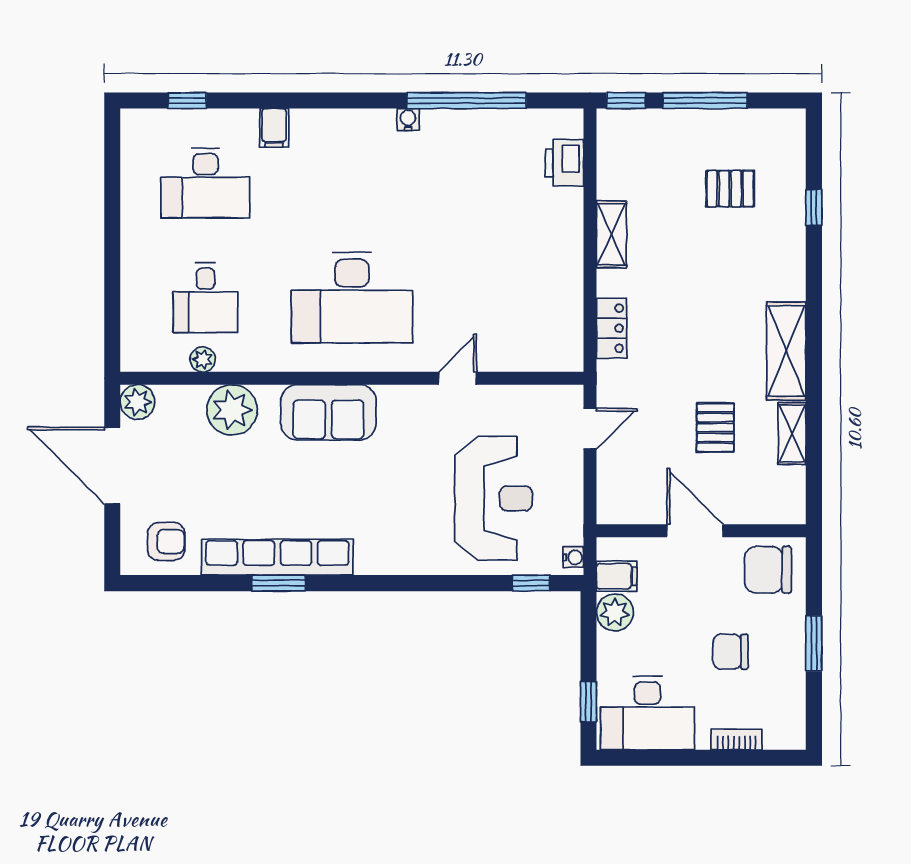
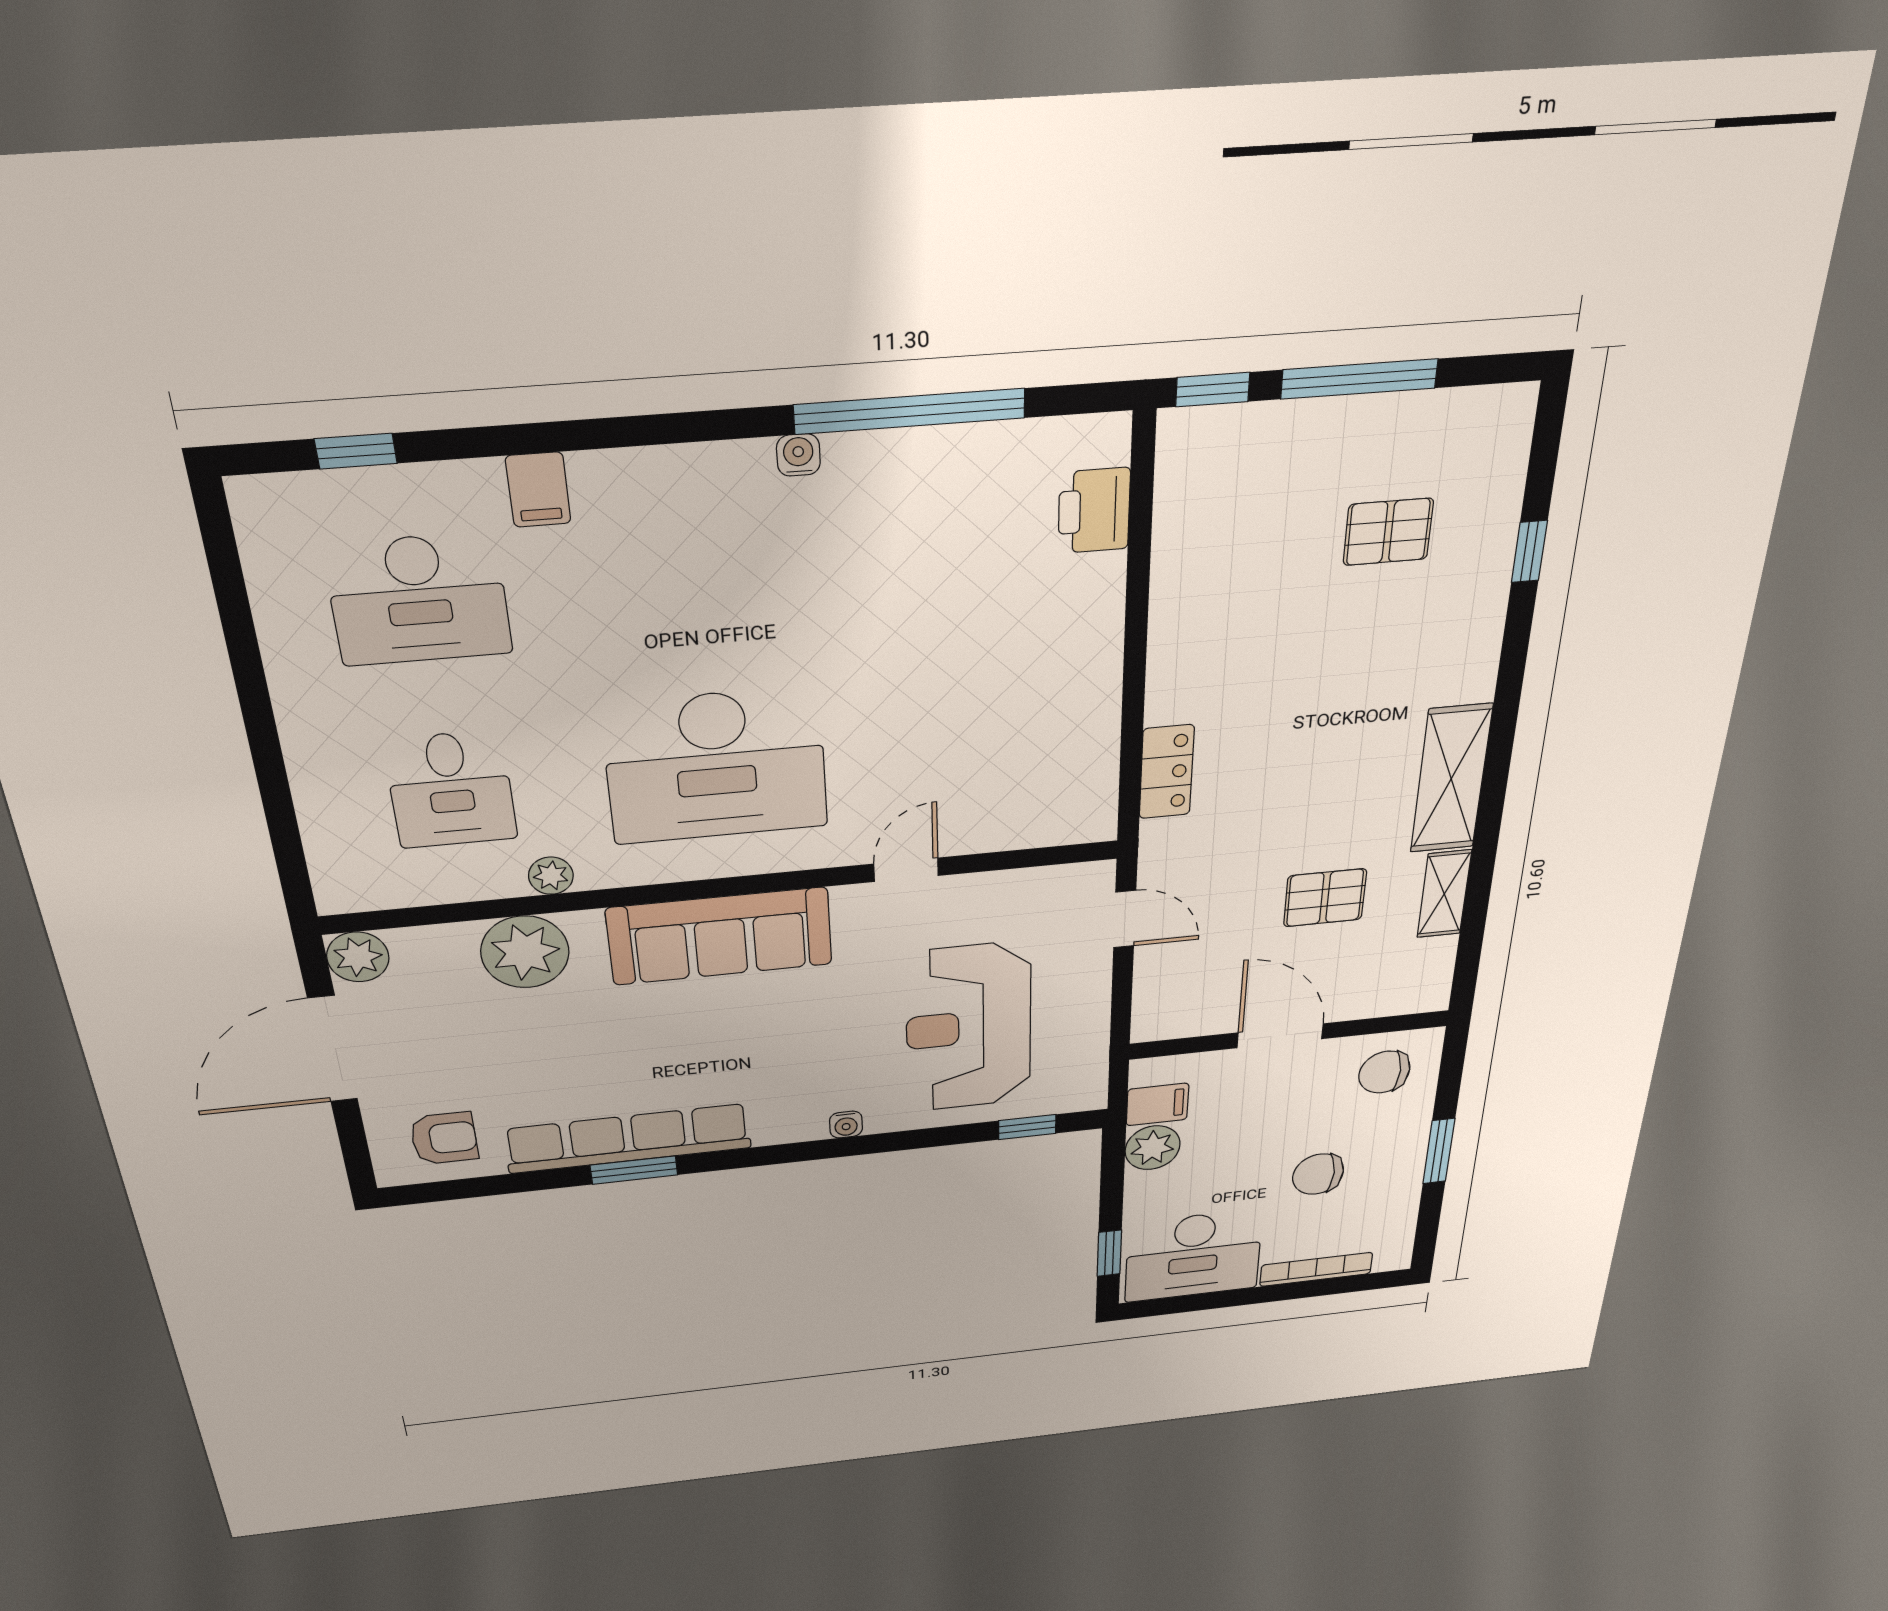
shelving: (611, 234) -> (1174, 625), removed
plant: (203, 359) -> (551, 876), moved
sofa: (328, 412) -> (720, 936), width x1.36
pallet: (715, 428) -> (1325, 898), turned 90
door: (590, 429) -> (1125, 919), hinge flipped
door: (112, 465) -> (333, 1049), hinge flipped
reception desk: (493, 498) -> (969, 1028), turned 180
water cooler: (573, 557) -> (846, 1125), moved, turned 90
chair: (768, 570) -> (1384, 1072), width x0.73, depth x0.73
bookcase: (737, 740) -> (1316, 1269), width x1.56

